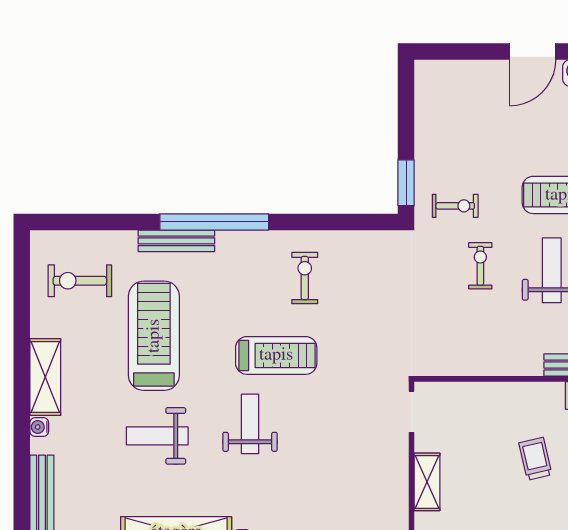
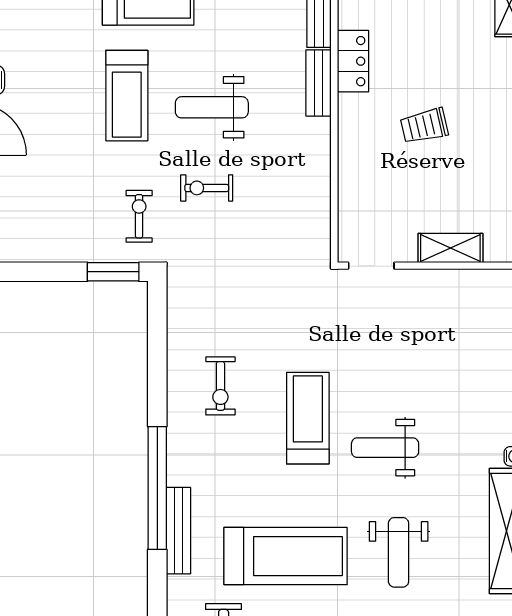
exercise bike: (305, 278) -> (220, 386), turned -90
treadmill: (154, 336) -> (286, 556), turned 180

